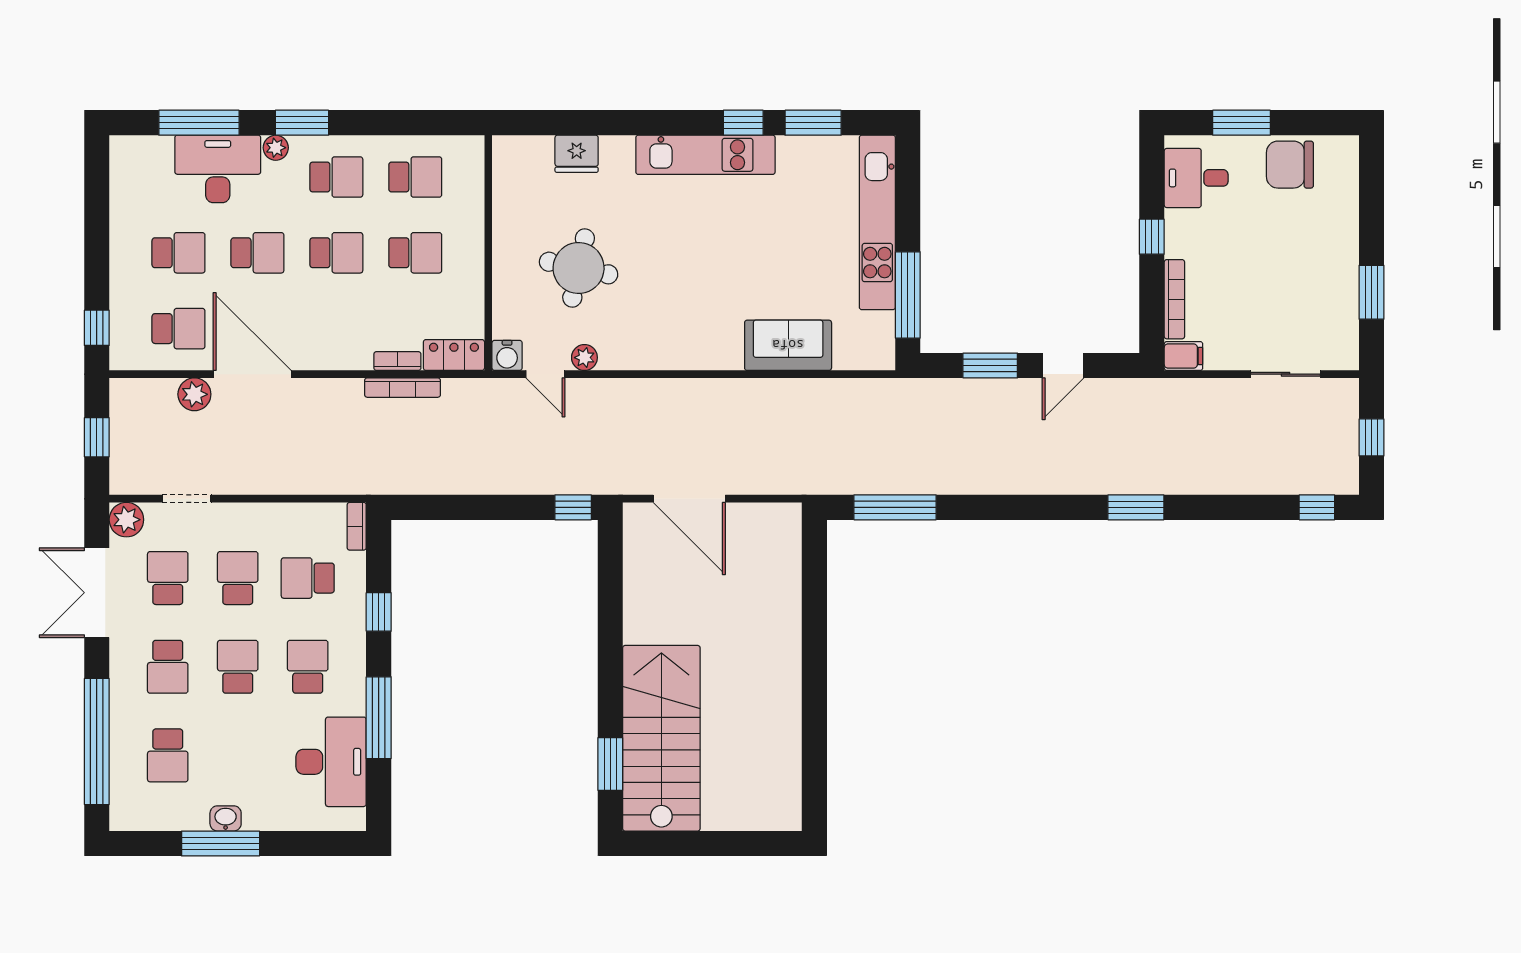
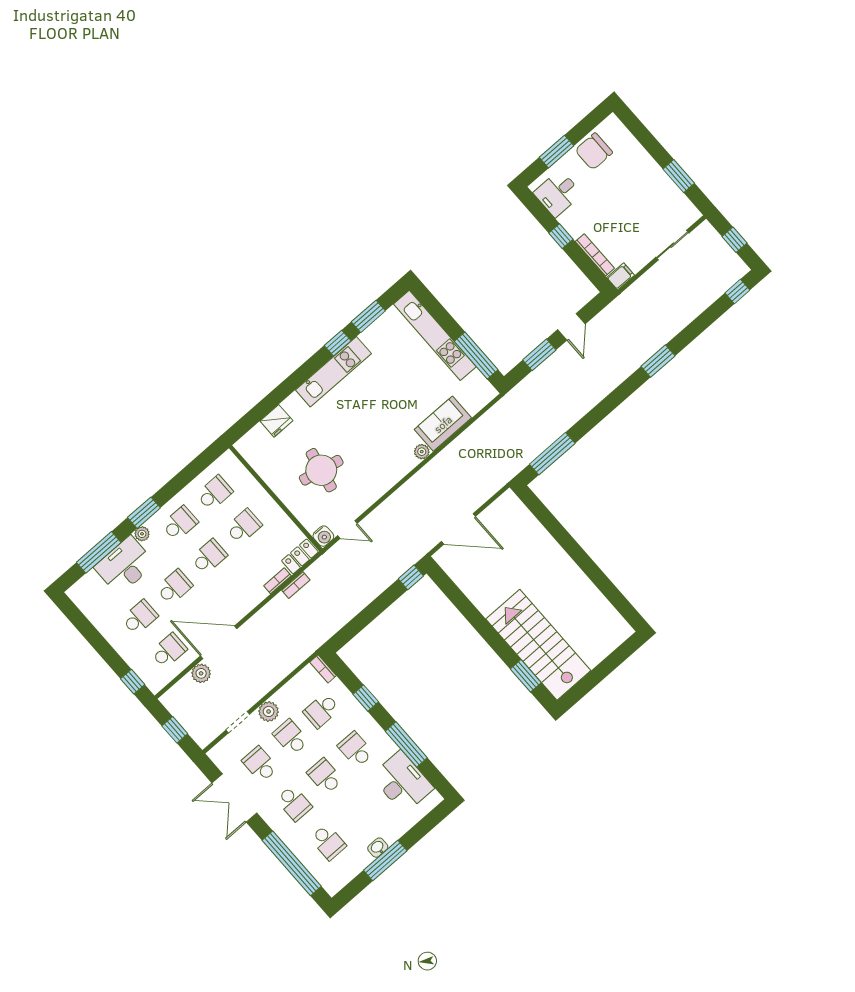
plant: (584, 358) -> (422, 452), moved
bookcase: (403, 388) -> (296, 585), width x0.64
plant: (126, 520) -> (269, 711), moved

